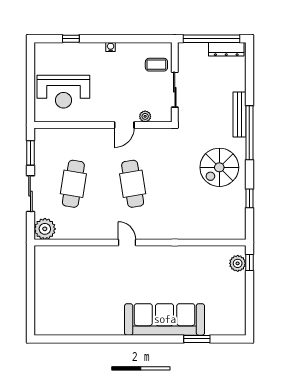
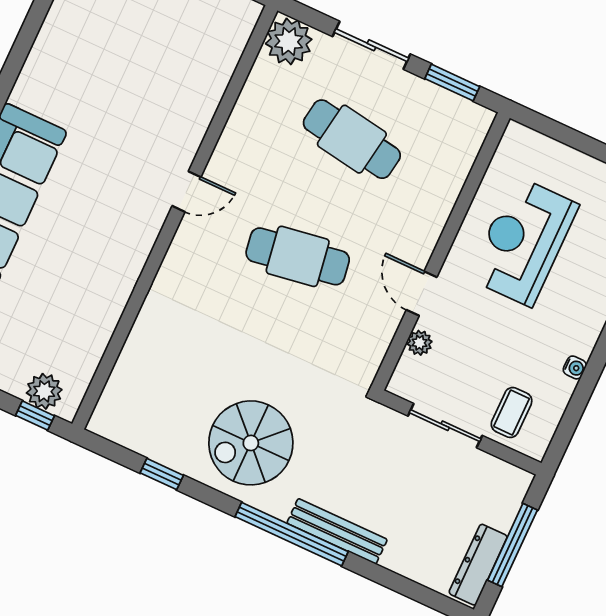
window: (212, 39) -> (512, 545), width x0.68
water cooler: (111, 47) -> (575, 367), moved
reception desk: (63, 92) -> (523, 241), moved
spiral stairs: (219, 167) -> (251, 443), turned -90

